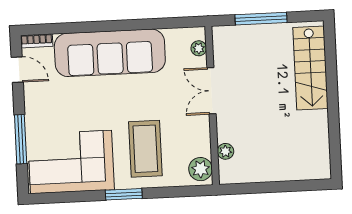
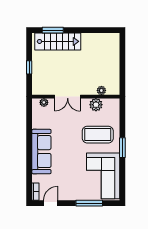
window: (261, 19) -> (29, 67), width x0.46
sofa: (110, 53) -> (41, 152), width x0.74, depth x0.79
window: (331, 58) -> (53, 30), added
plant: (201, 169) -> (96, 105), moved

